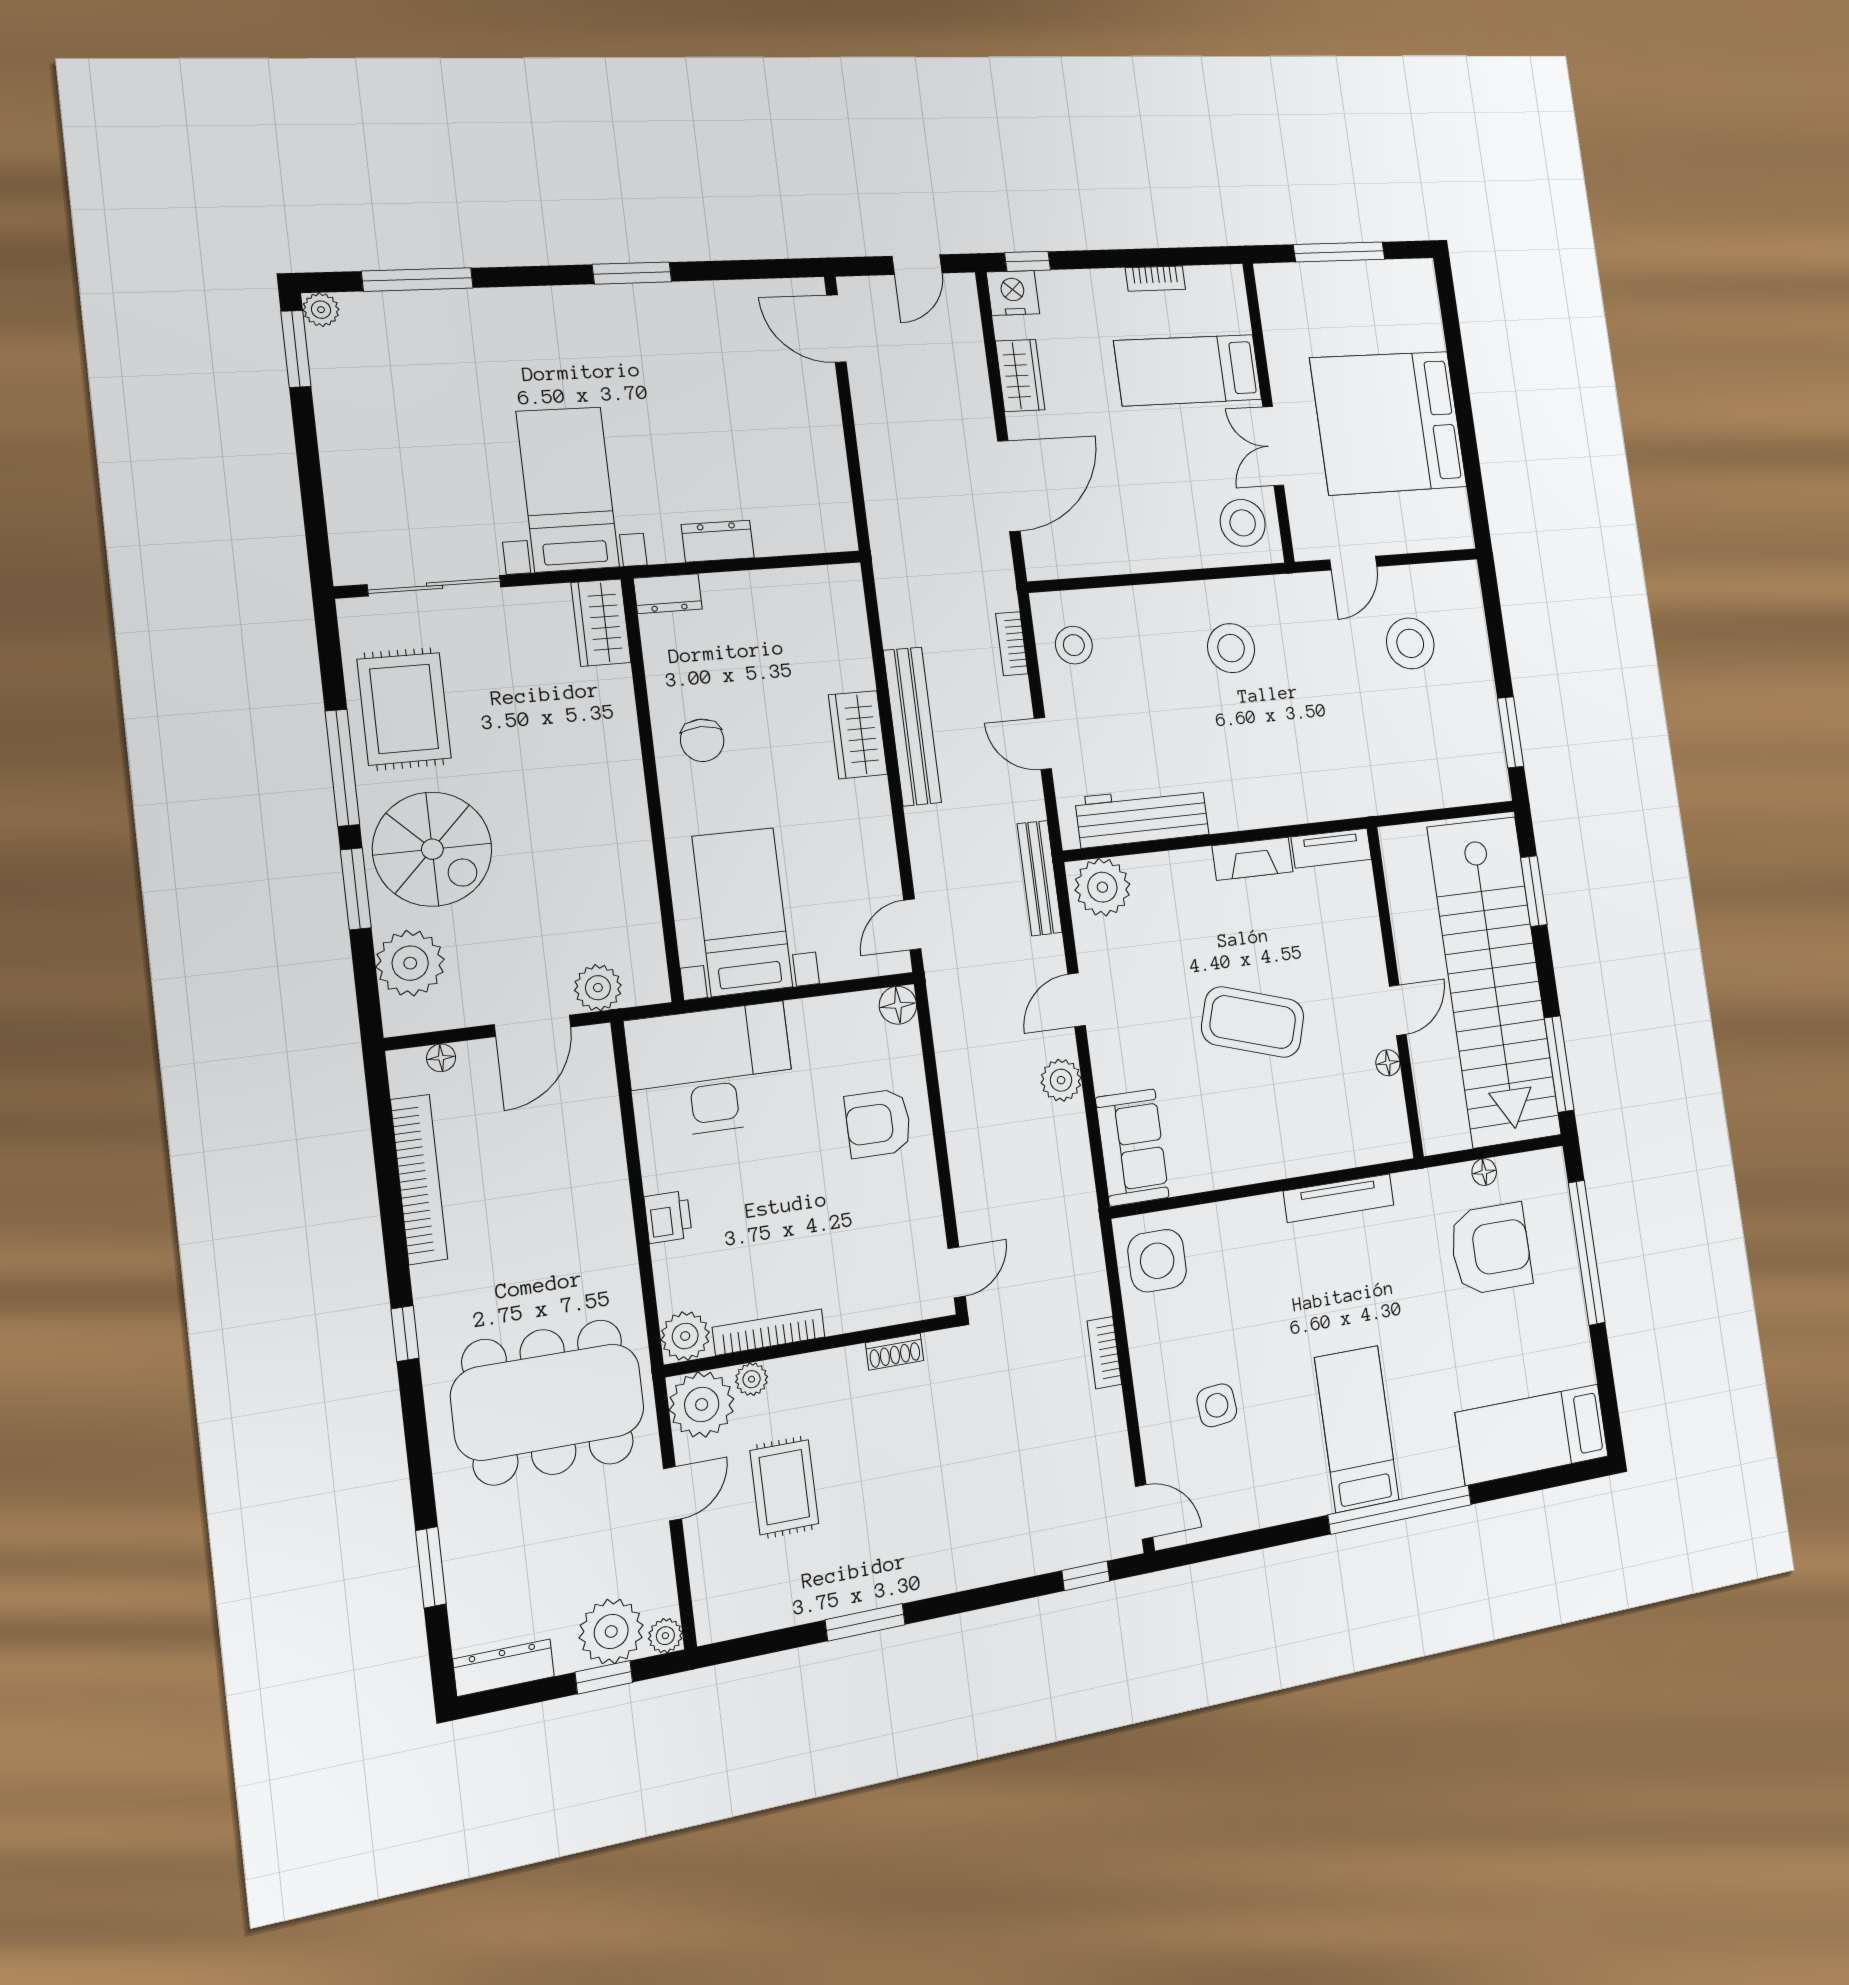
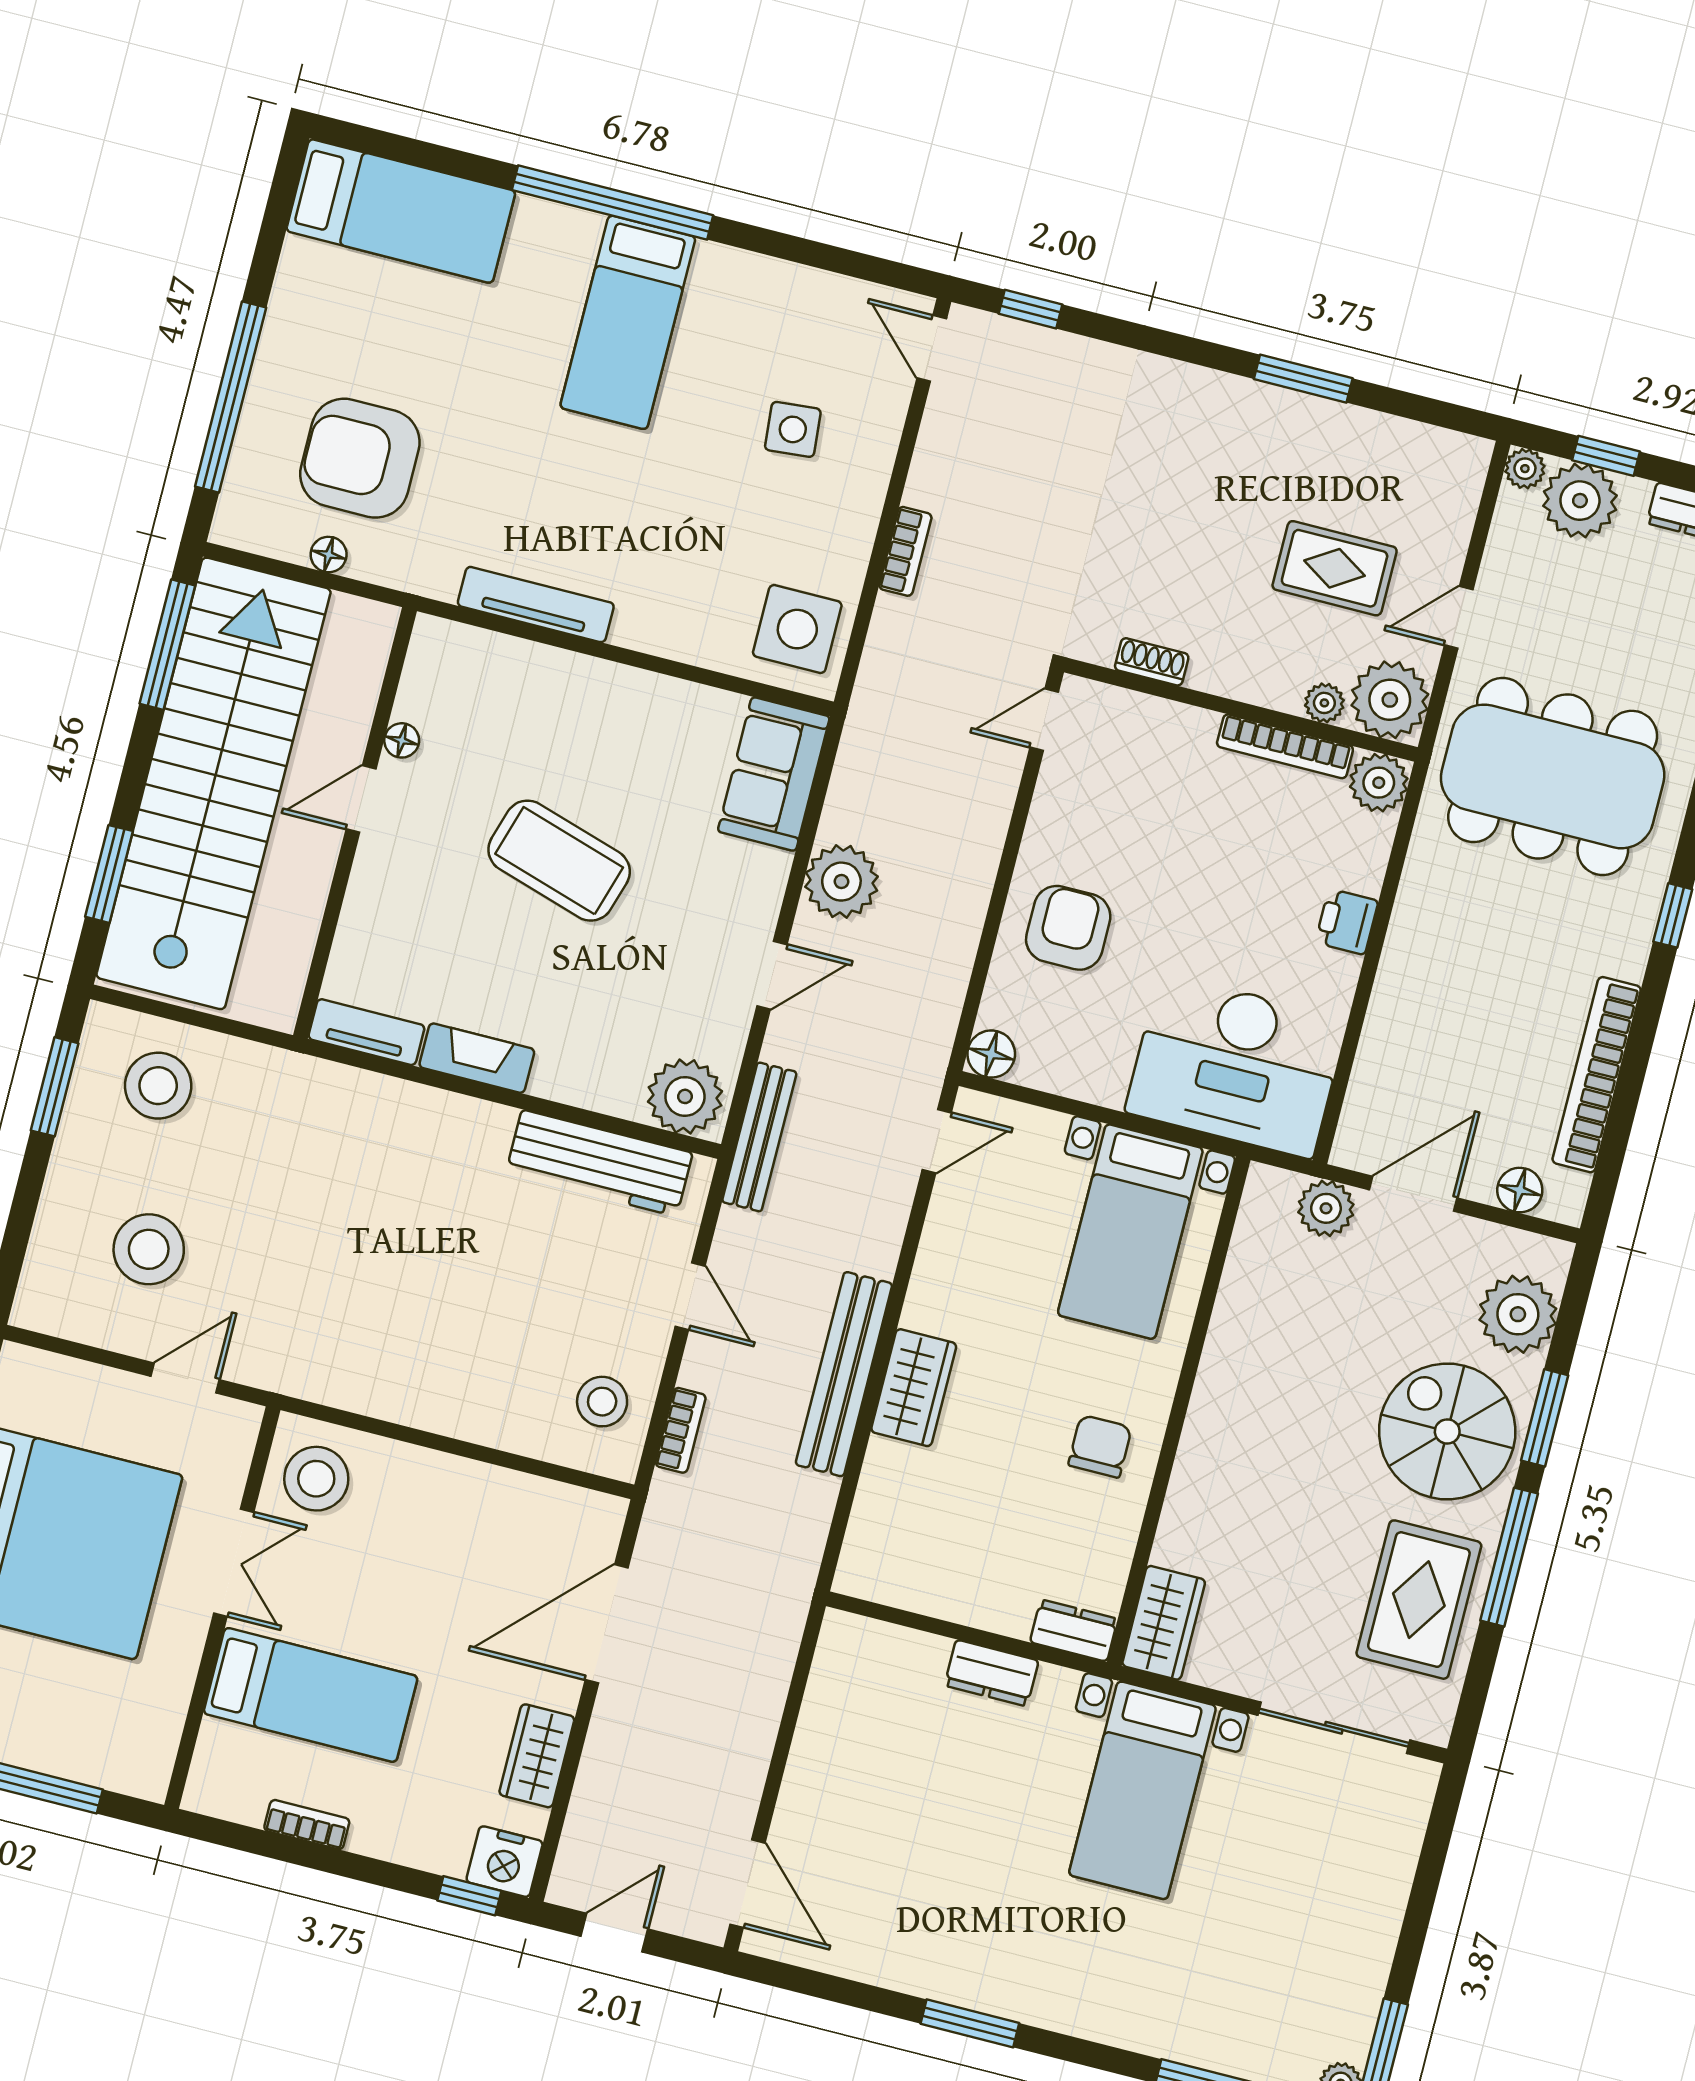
stool: (1231, 648) -> (158, 1086), moved
floor lamp: (441, 1058) -> (1520, 1190), width x1.37, depth x1.37
plant: (1061, 1080) -> (841, 882), width x1.36, depth x1.36
armchair: (878, 1123) -> (1068, 928), turned -90
rug: (784, 1487) -> (1335, 568), turned 90

